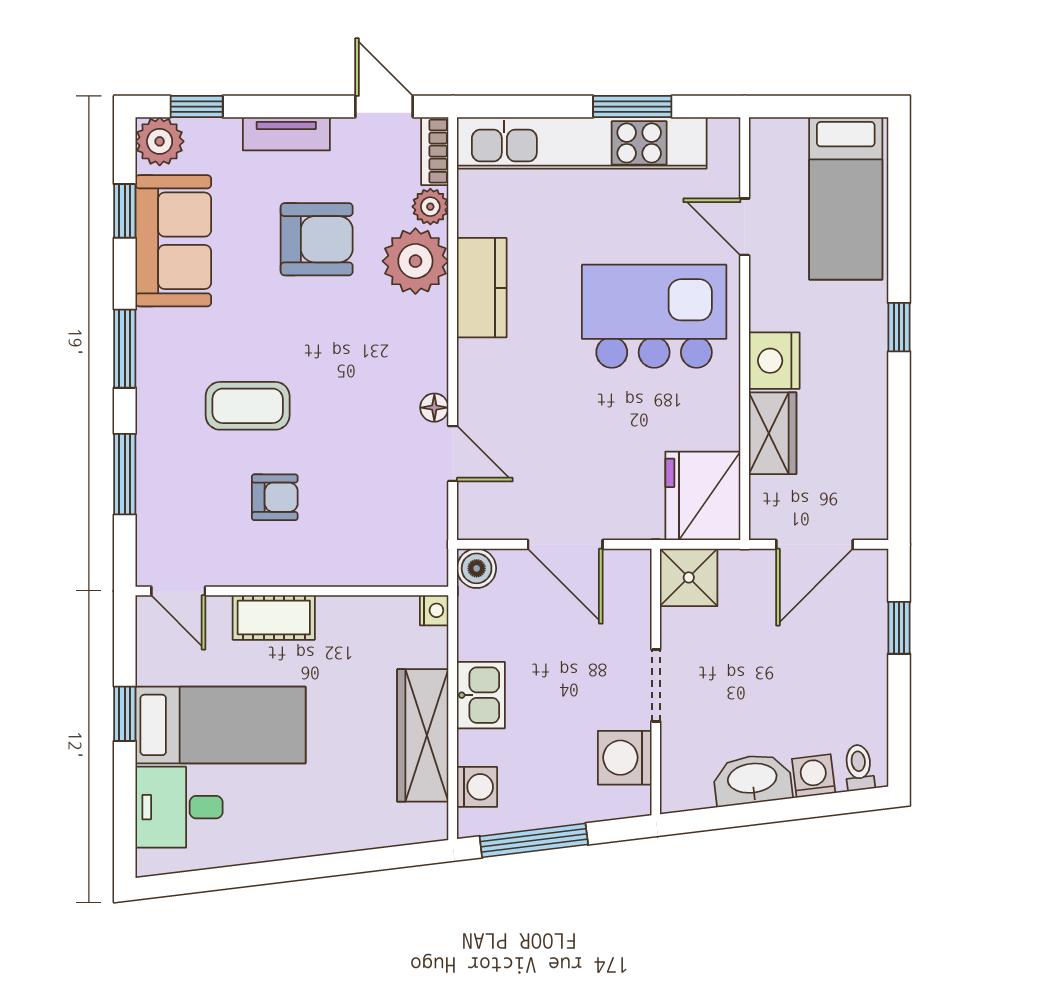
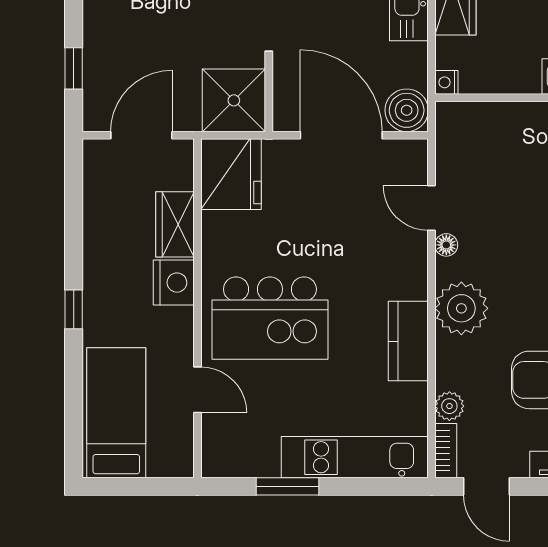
kitchen unit: (582, 143) -> (355, 457), width x0.73
plant: (415, 261) -> (461, 308), moved
door: (565, 544) -> (341, 135), width x1.36
boiler: (477, 568) -> (407, 110), width x1.36, depth x1.36
shower: (689, 577) -> (234, 100), width x1.36, depth x1.36

